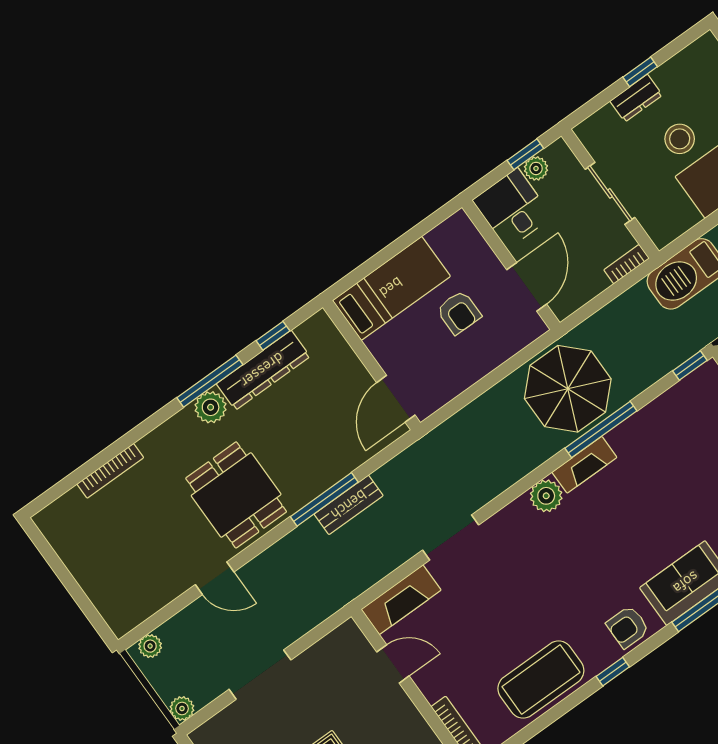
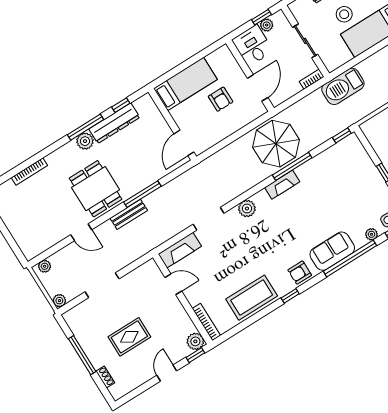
plant: (546, 496) -> (247, 208), moved
bench: (349, 505) -> (129, 214), moved

